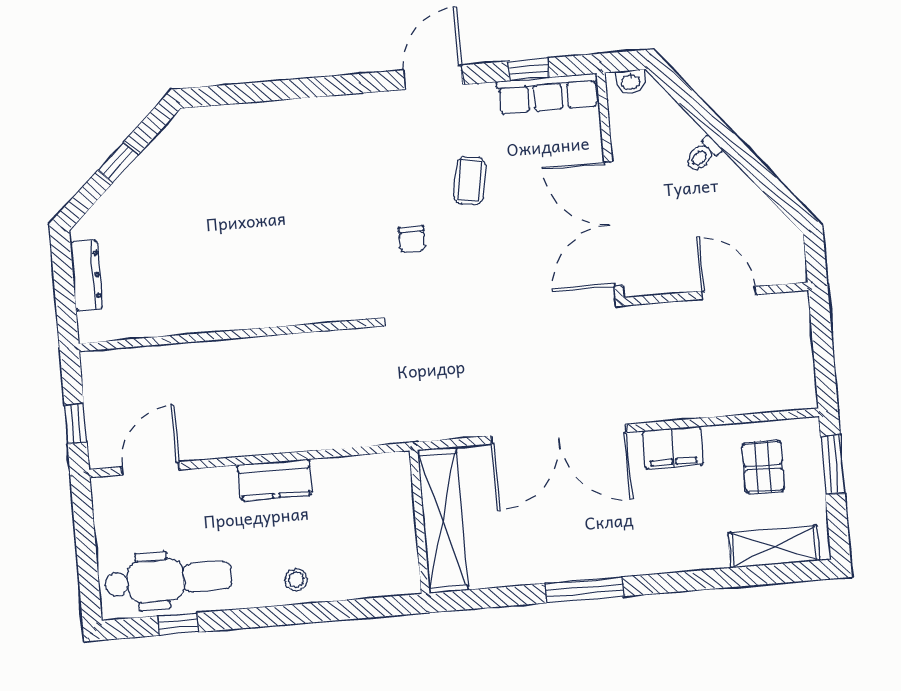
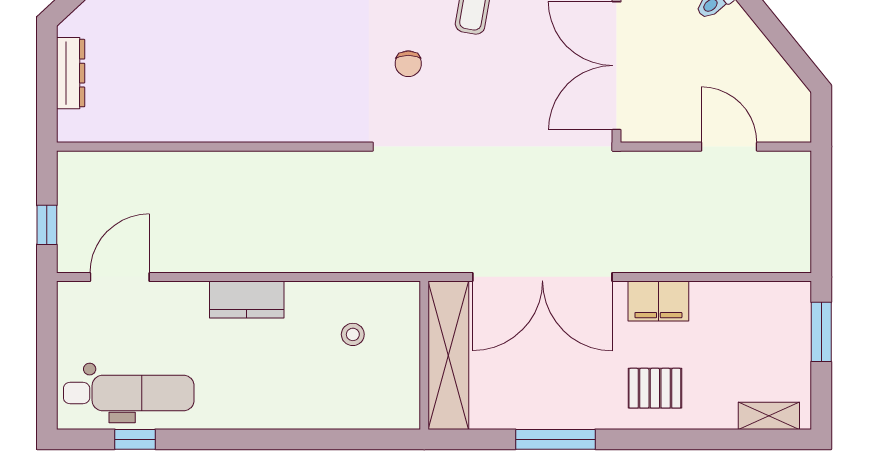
pallet: (763, 467) -> (655, 388), moved, turned 90
shelving: (443, 520) -> (448, 355), moved
wall: (419, 522) -> (424, 355), moved
shelving: (774, 547) -> (769, 416), width x0.67, depth x0.75
stool: (296, 580) -> (353, 334), moved

